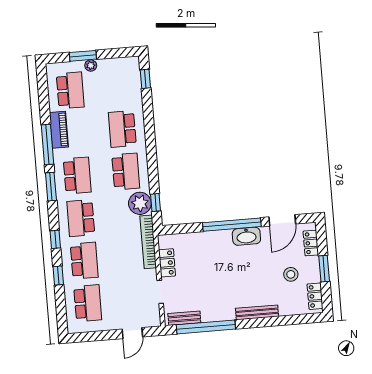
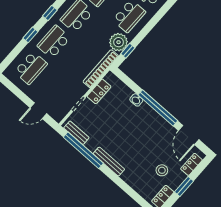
door: (282, 220) -> (189, 135), hinge flipped
washbasin: (246, 236) -> (136, 100), moved, width x0.52, depth x0.69
school desk: (84, 261) -> (54, 42), turned 180
bench: (257, 312) -> (109, 162), moved

